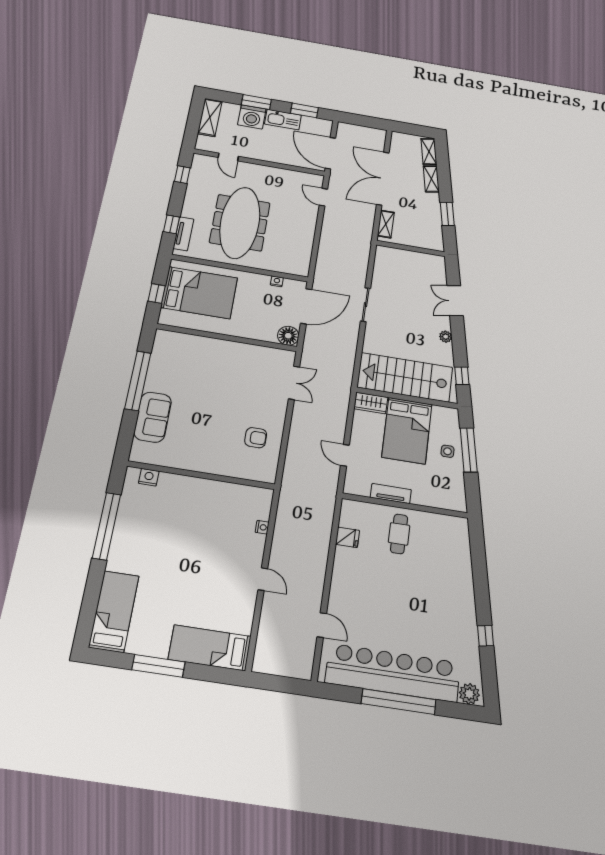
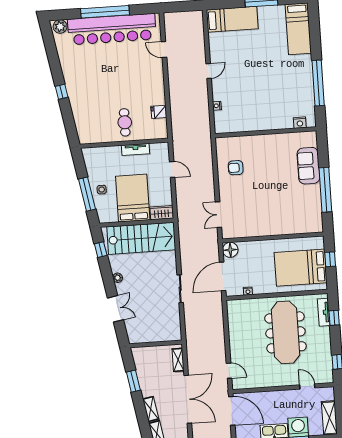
door: (263, 579) -> (209, 71), swing flipped
window: (485, 636) -> (62, 92), moved

